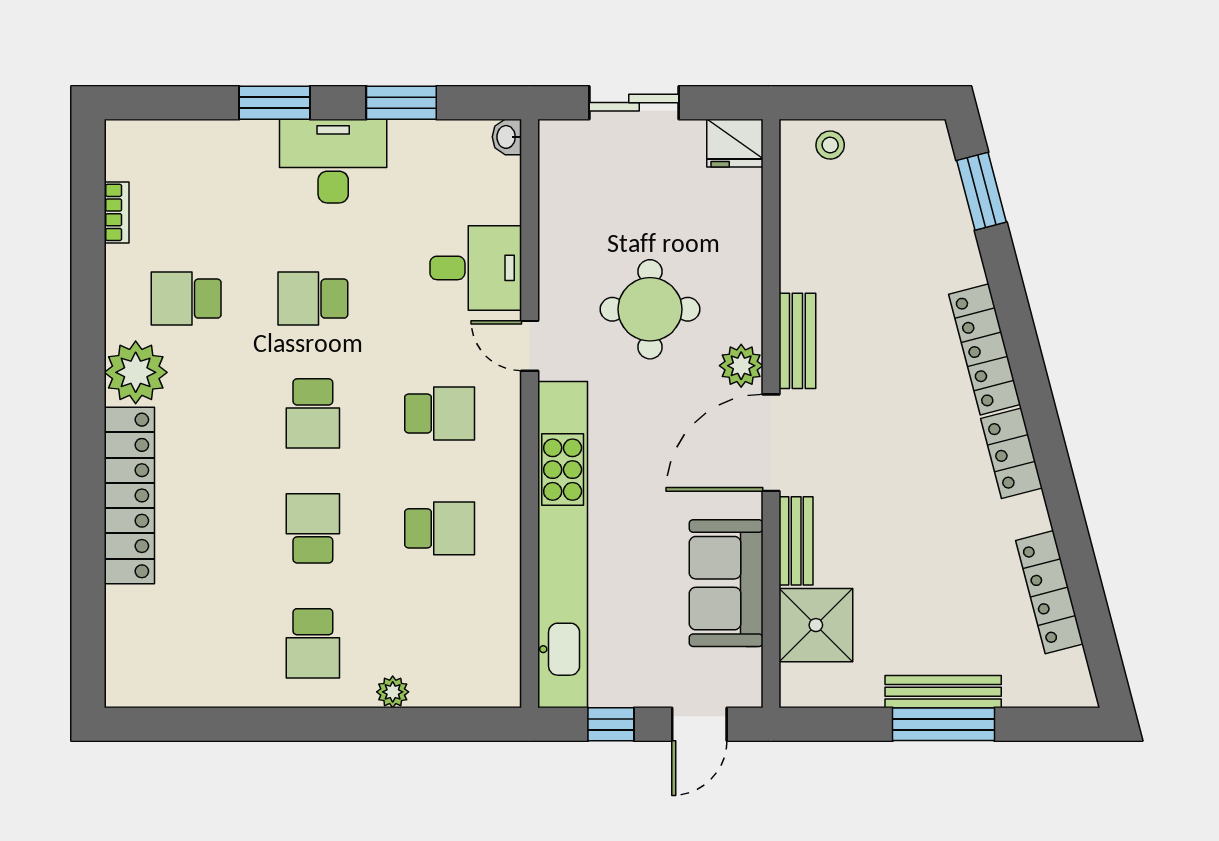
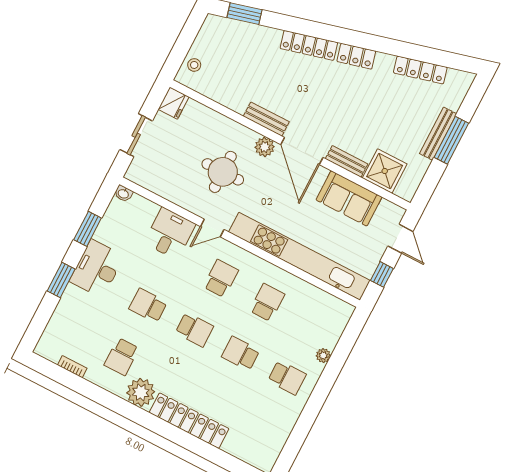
school desk: (313, 299) -> (148, 306), turned 90

